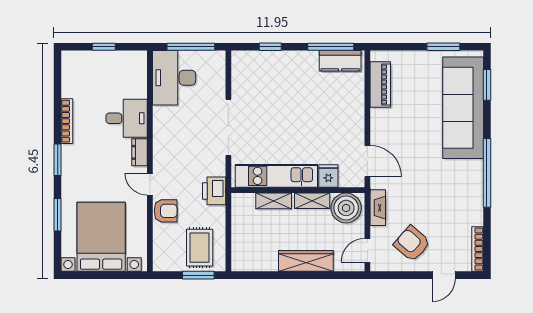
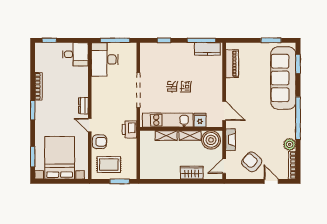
window: (104, 47) -> (49, 40), moved
desk: (127, 118) -> (75, 54), moved
window: (58, 215) -> (33, 157), moved
plant: (473, 215) -> (290, 144), added
rug: (200, 248) -> (109, 164), moved, turned 90
wardrobe: (306, 261) -> (192, 173), width x0.67
door: (444, 275) -> (271, 181), swing flipped

